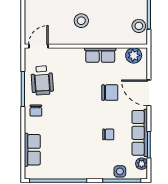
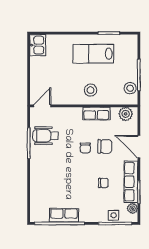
stool: (81, 21) -> (90, 90), moved
wheelchair: (42, 80) -> (46, 136), turned 94
chair: (36, 111) -> (85, 148), moved
row of seats: (32, 150) -> (64, 215), moved, turned -90

